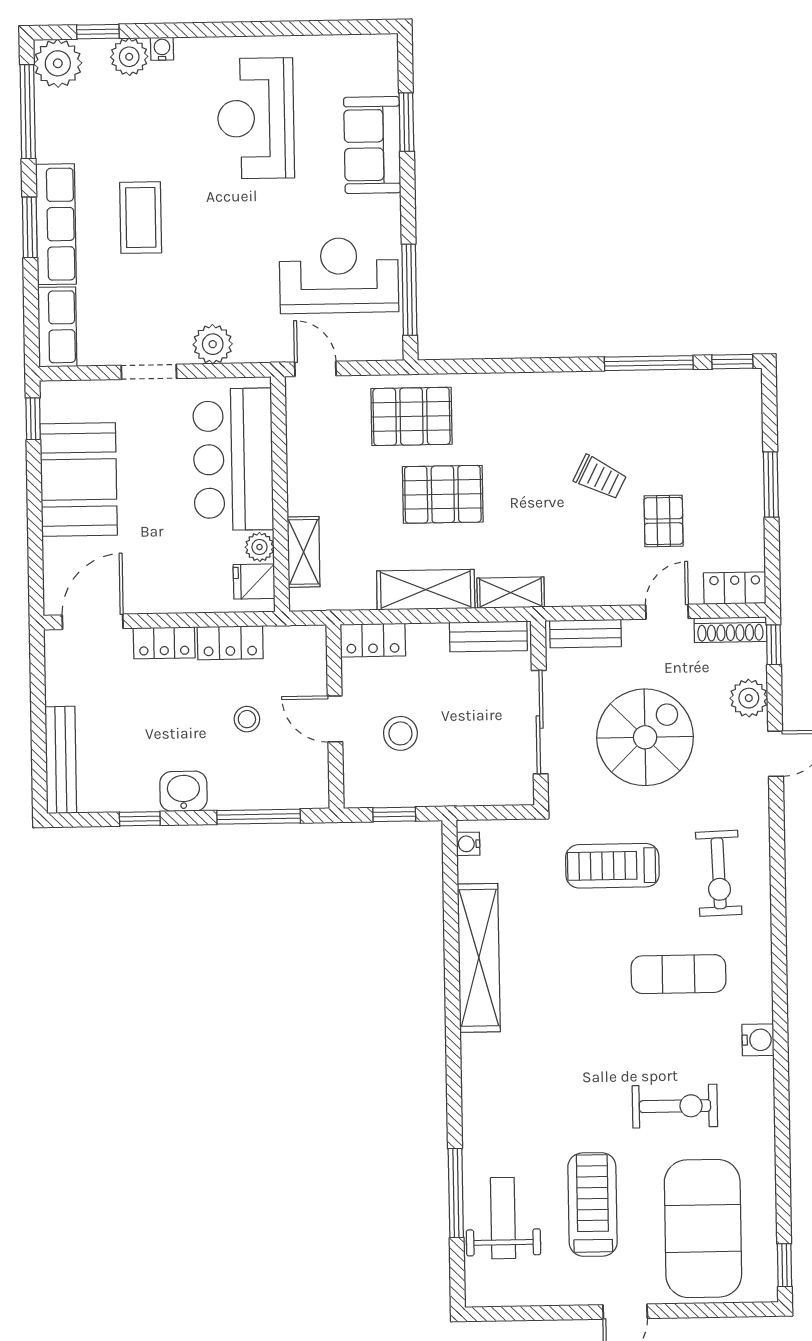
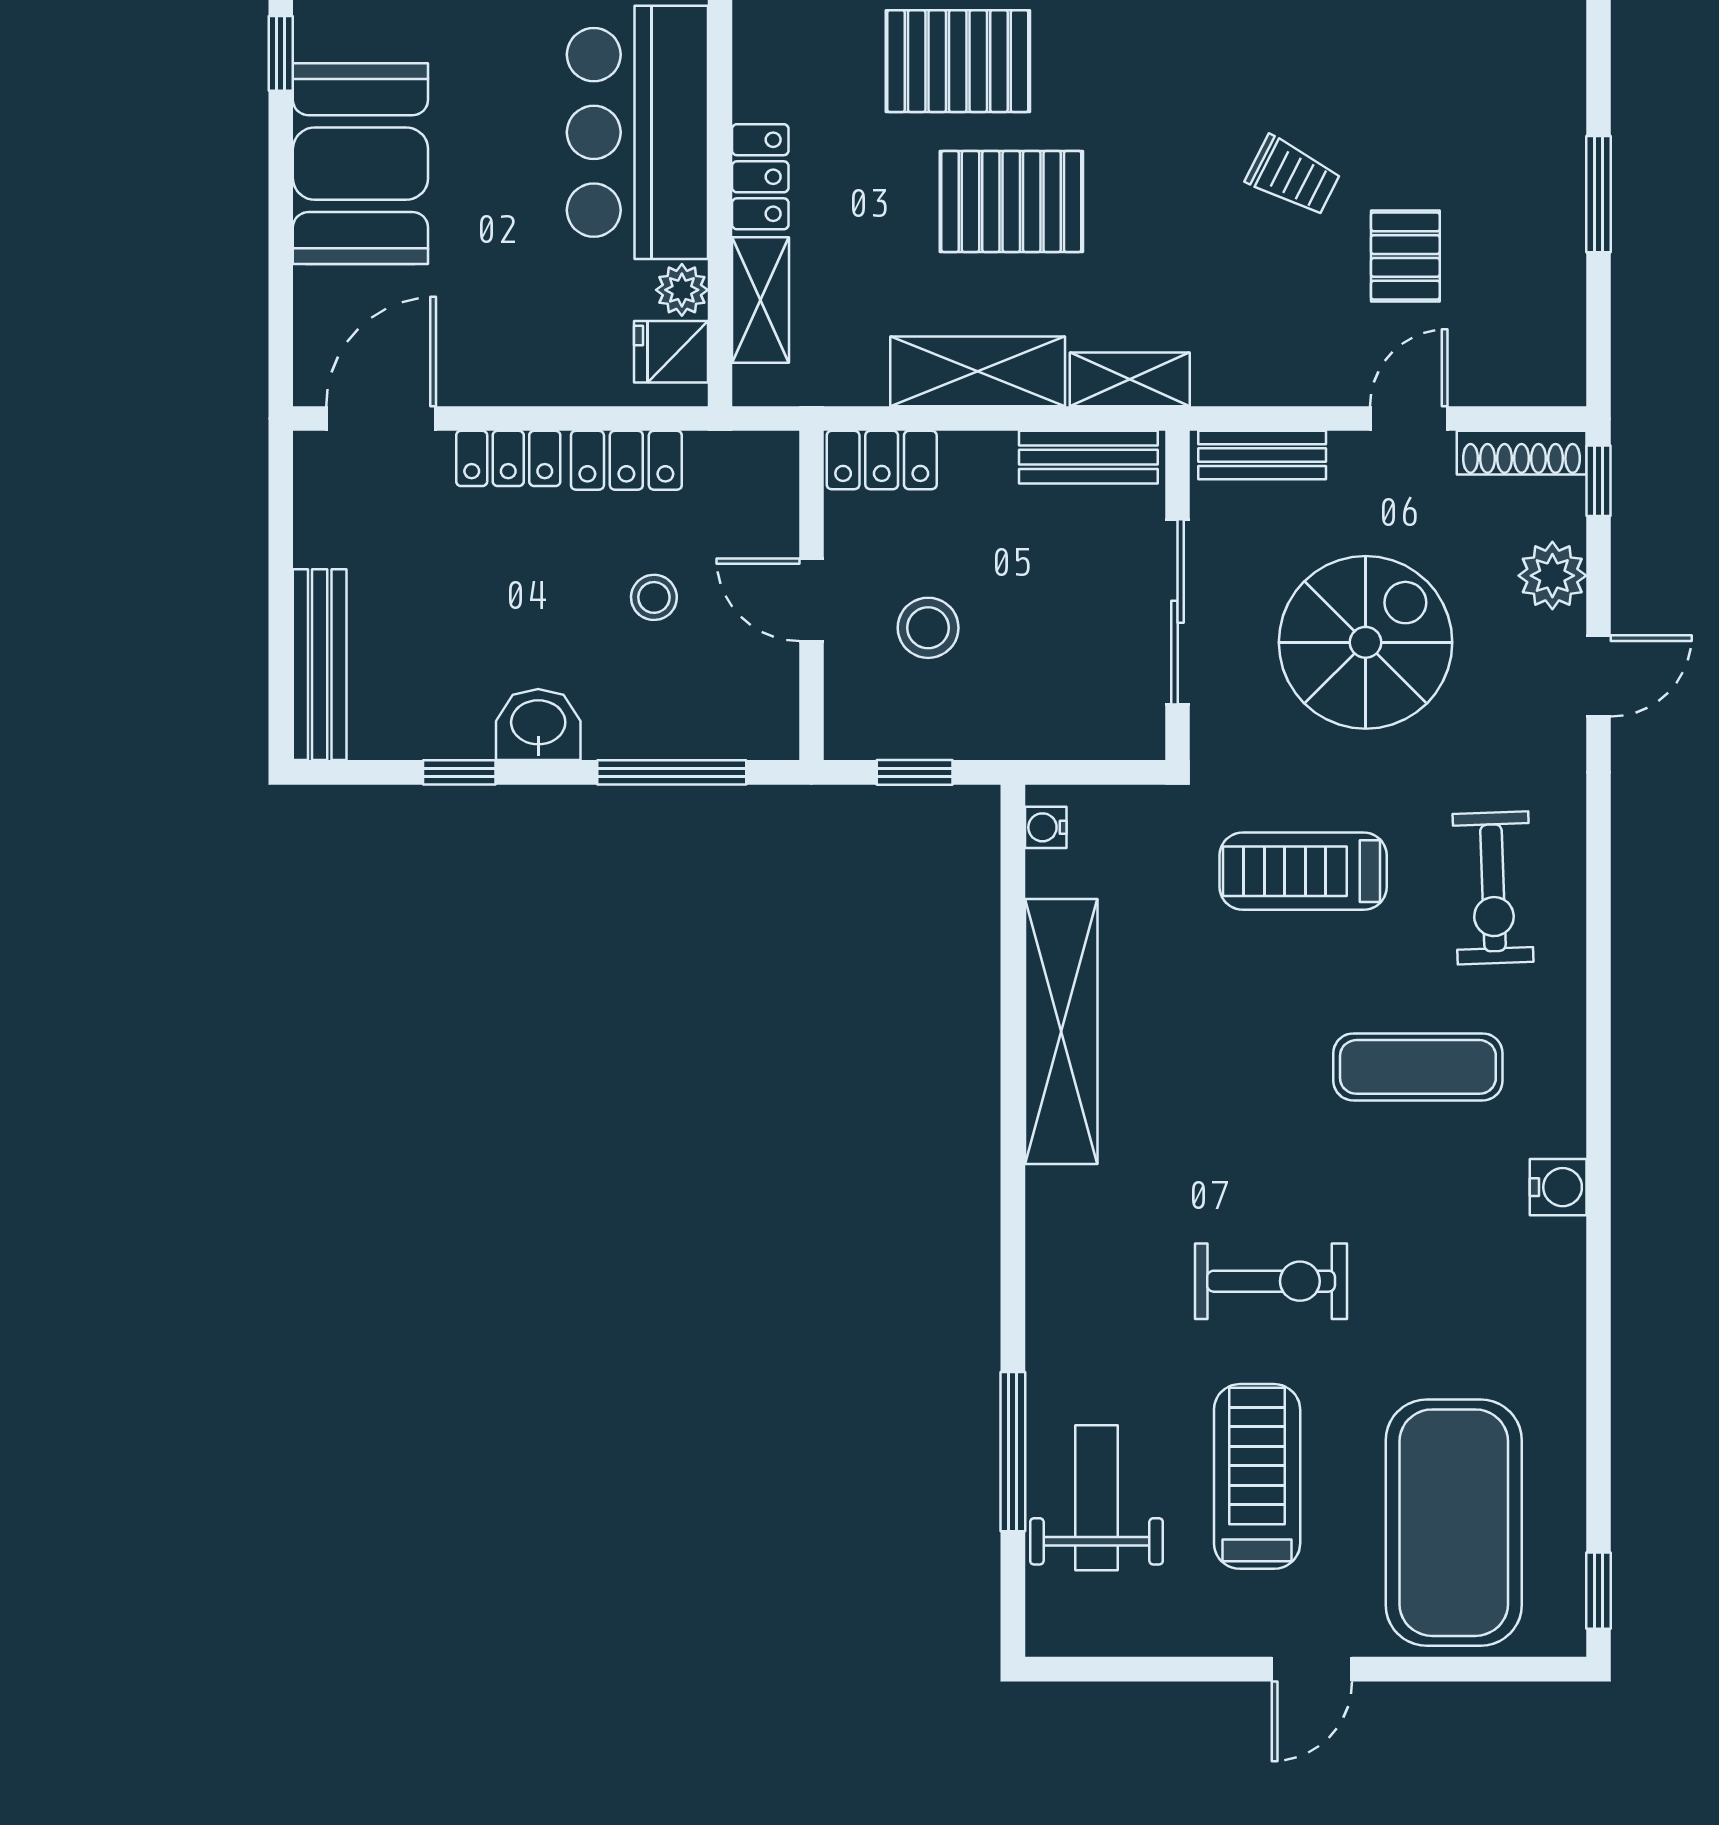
locker: (735, 588) -> (760, 177), moved, turned 90
exercise bike: (675, 1106) -> (1271, 1281), moved

